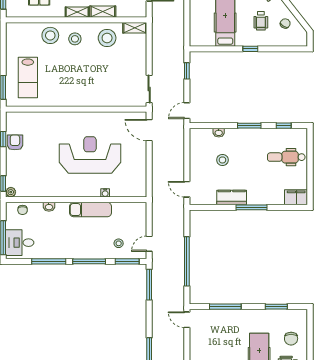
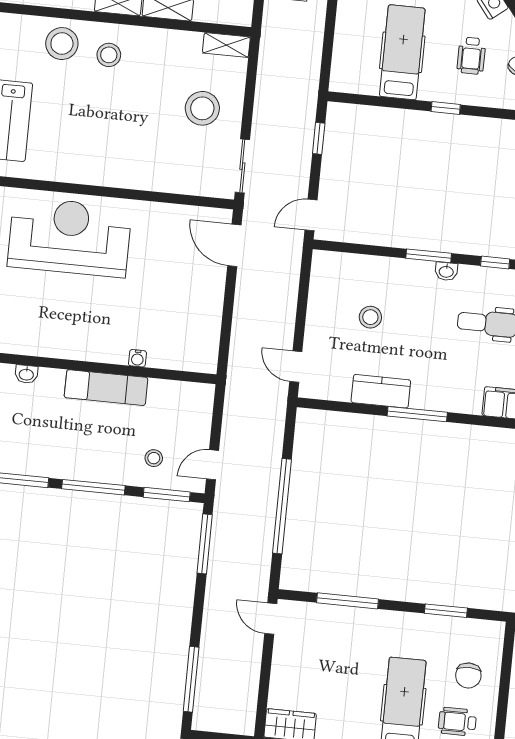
stool: (107, 38) -> (202, 108), moved
washbasin: (219, 133) -> (446, 271), moved
reception desk: (90, 155) -> (70, 237), moved

